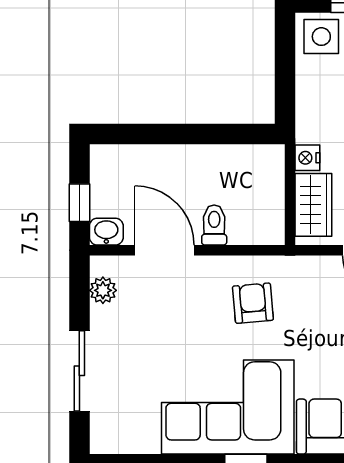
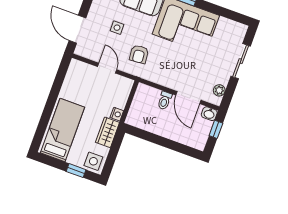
wardrobe: (313, 205) -> (108, 132), moved
armchair: (253, 303) -> (139, 54), moved

